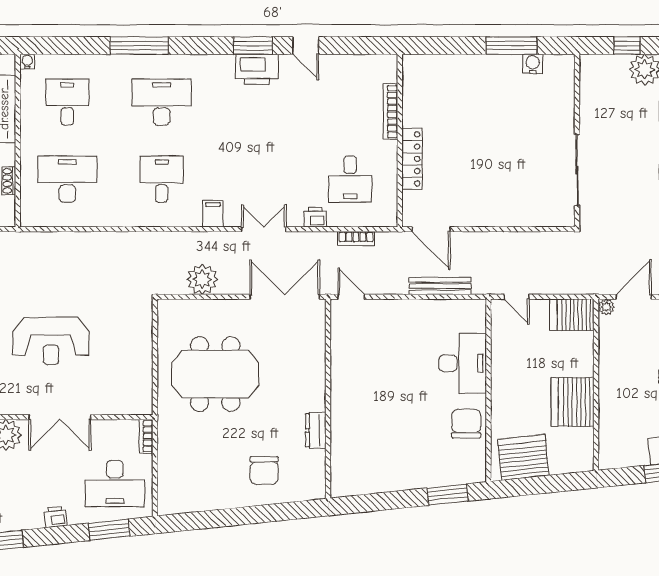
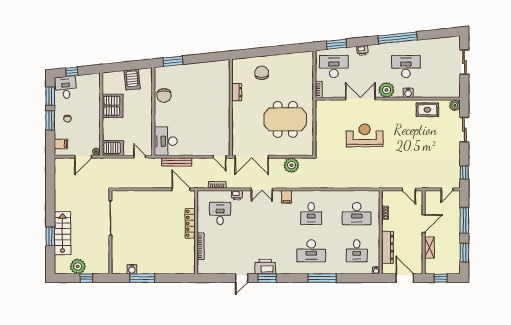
door: (306, 46) -> (242, 278), swing flipped
desk: (463, 363) -> (166, 141), moved
server rack: (523, 457) -> (132, 80), width x0.62

